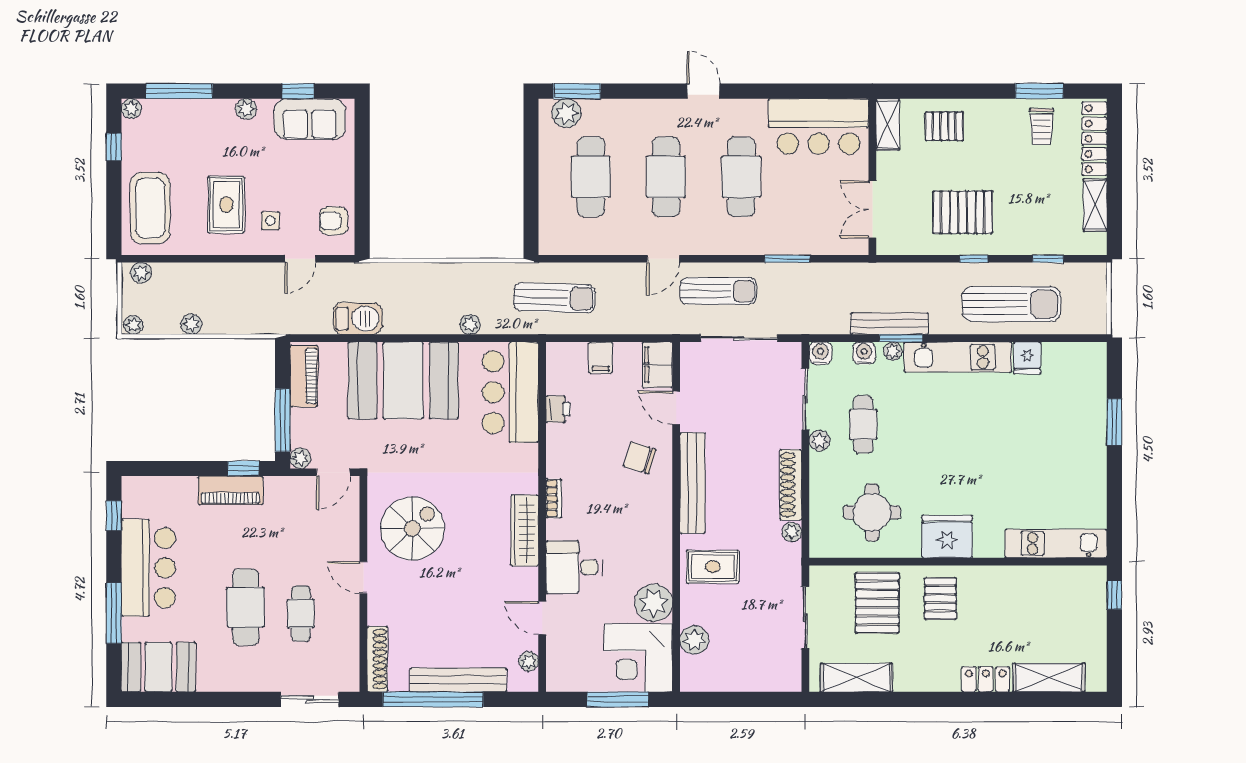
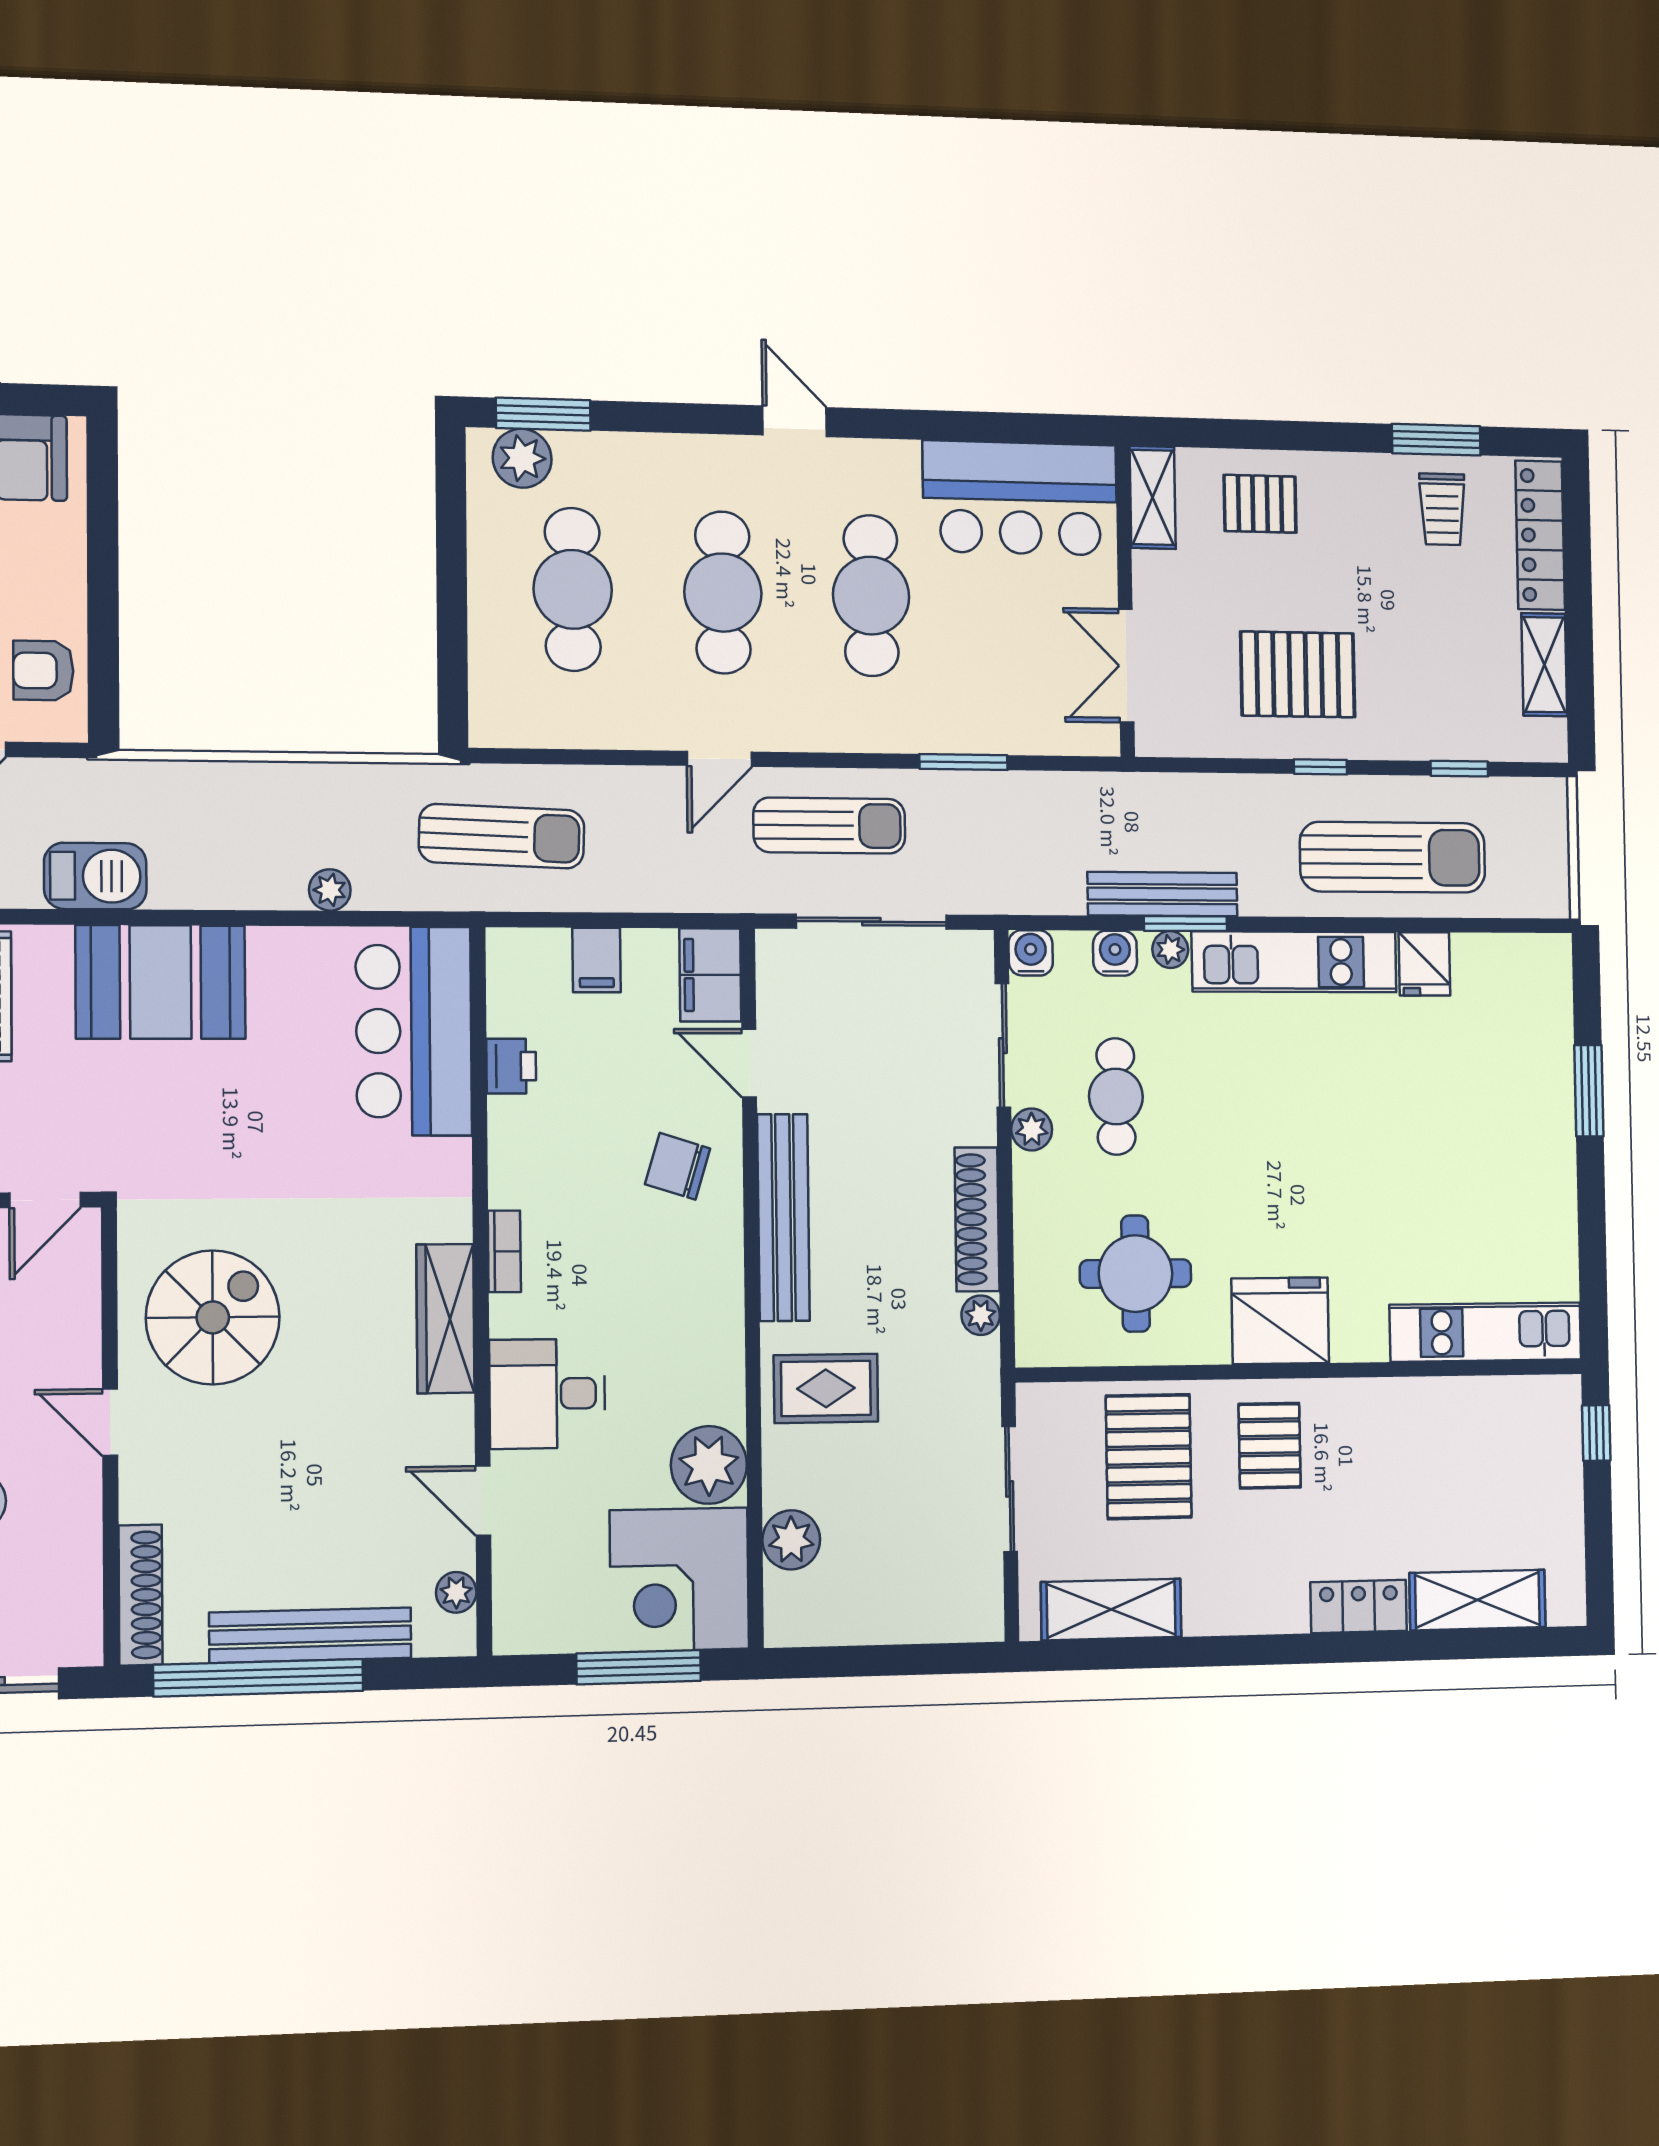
booth: (403, 380) -> (161, 982), width x0.73, depth x0.70

